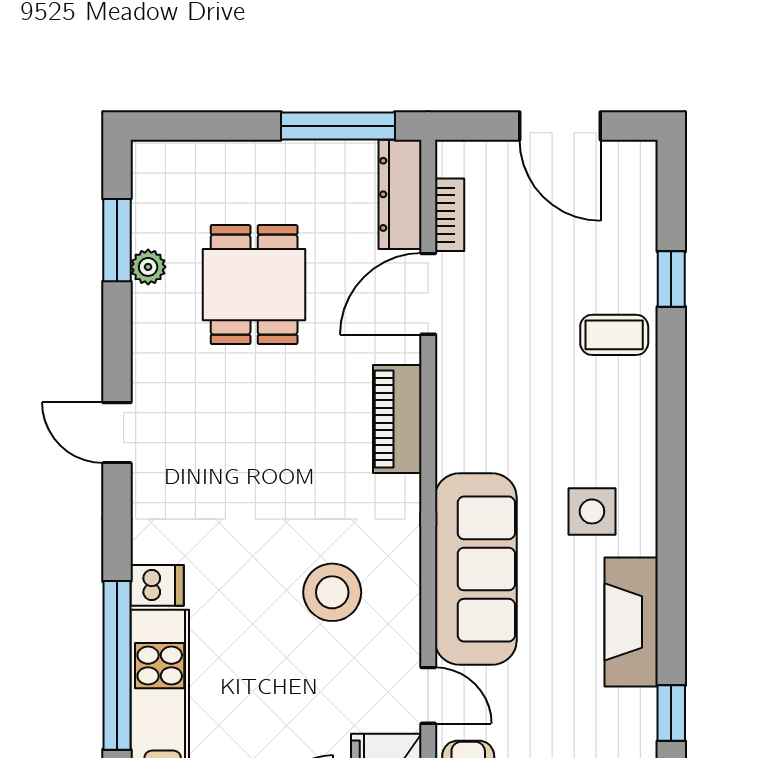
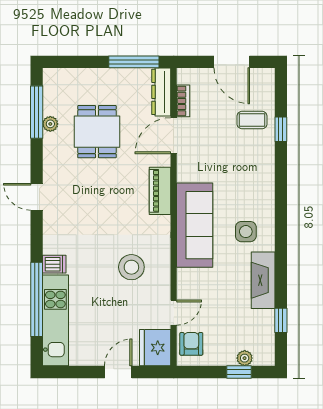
window: (117, 240) -> (37, 112), width x1.44
coffee table: (614, 335) -> (252, 120), moved
sofa: (476, 569) -> (195, 225), moved
door: (428, 695) -> (174, 313), hinge flipped

